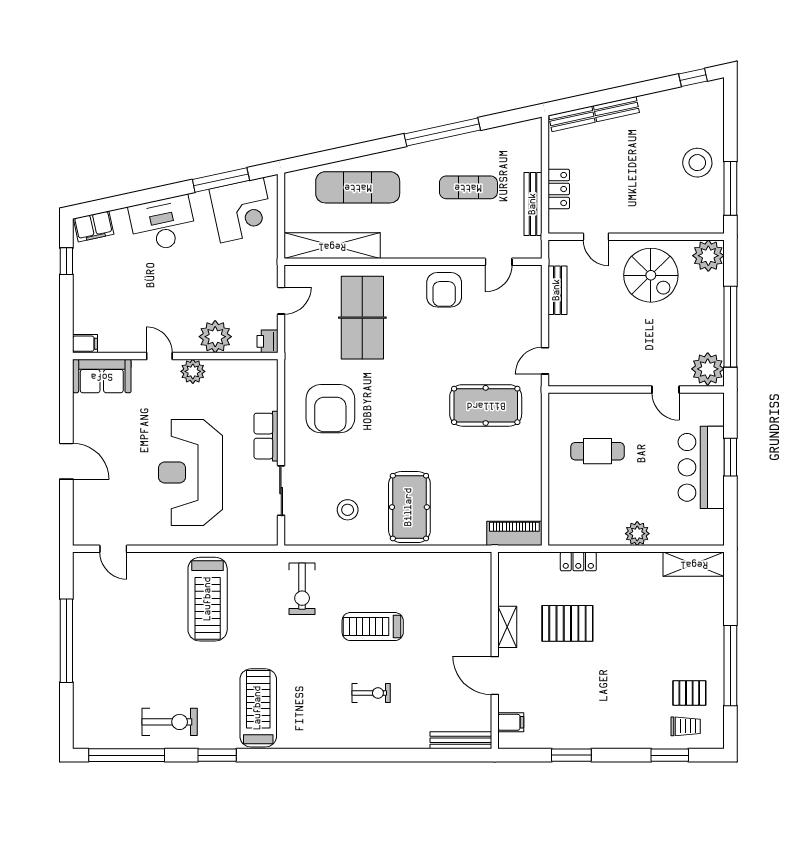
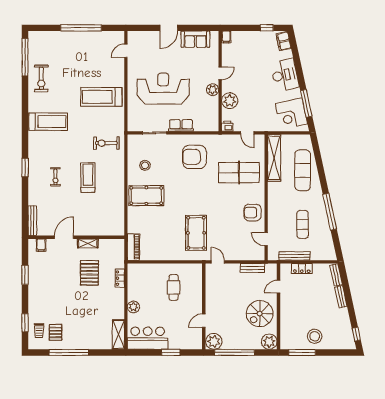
sofa: (102, 376) -> (195, 39), moved, turned -90
bar counter: (701, 467) -> (148, 338), moved
window: (217, 755) -> (25, 168), moved

